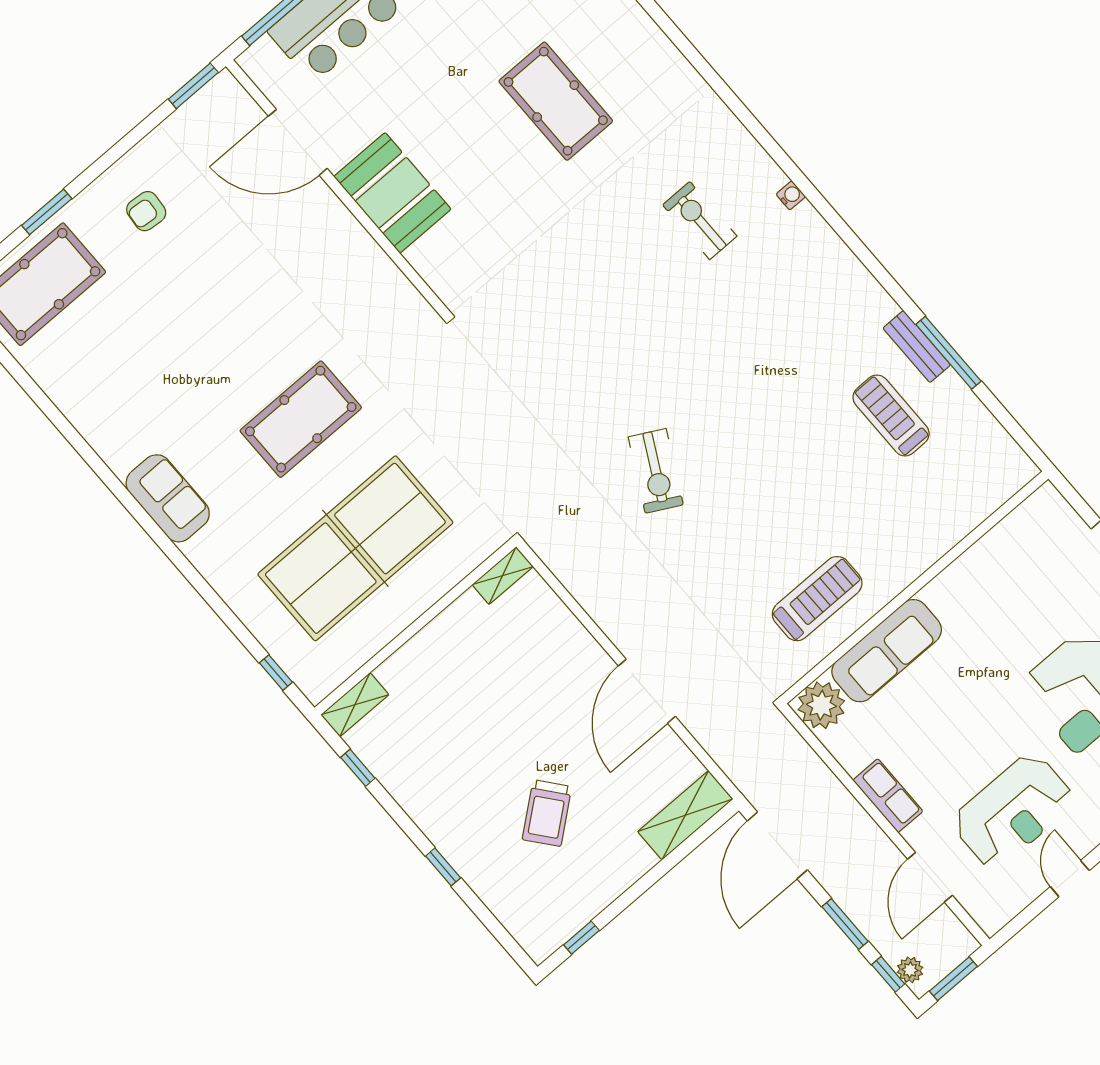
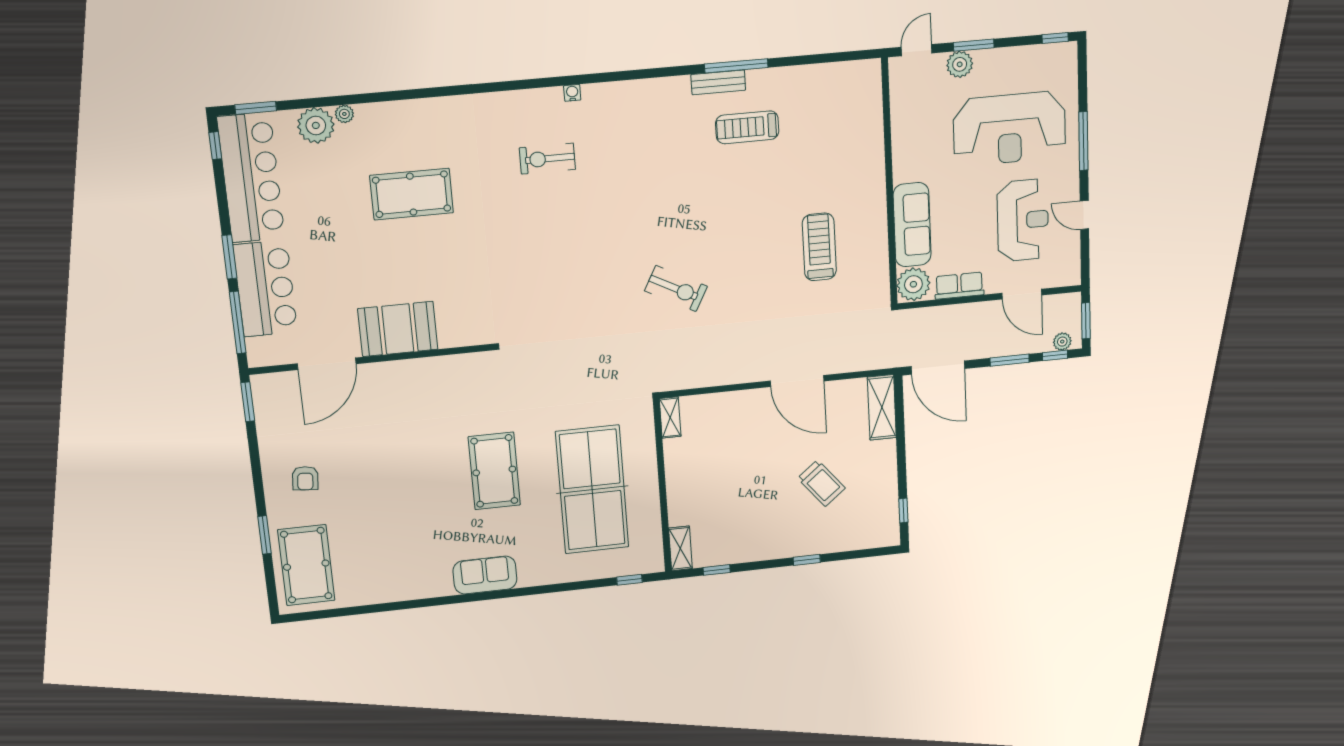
wall: (915, 588) -> (889, 183), moved
sofa: (887, 651) -> (912, 225), moved
plant: (821, 705) -> (913, 284), moved

